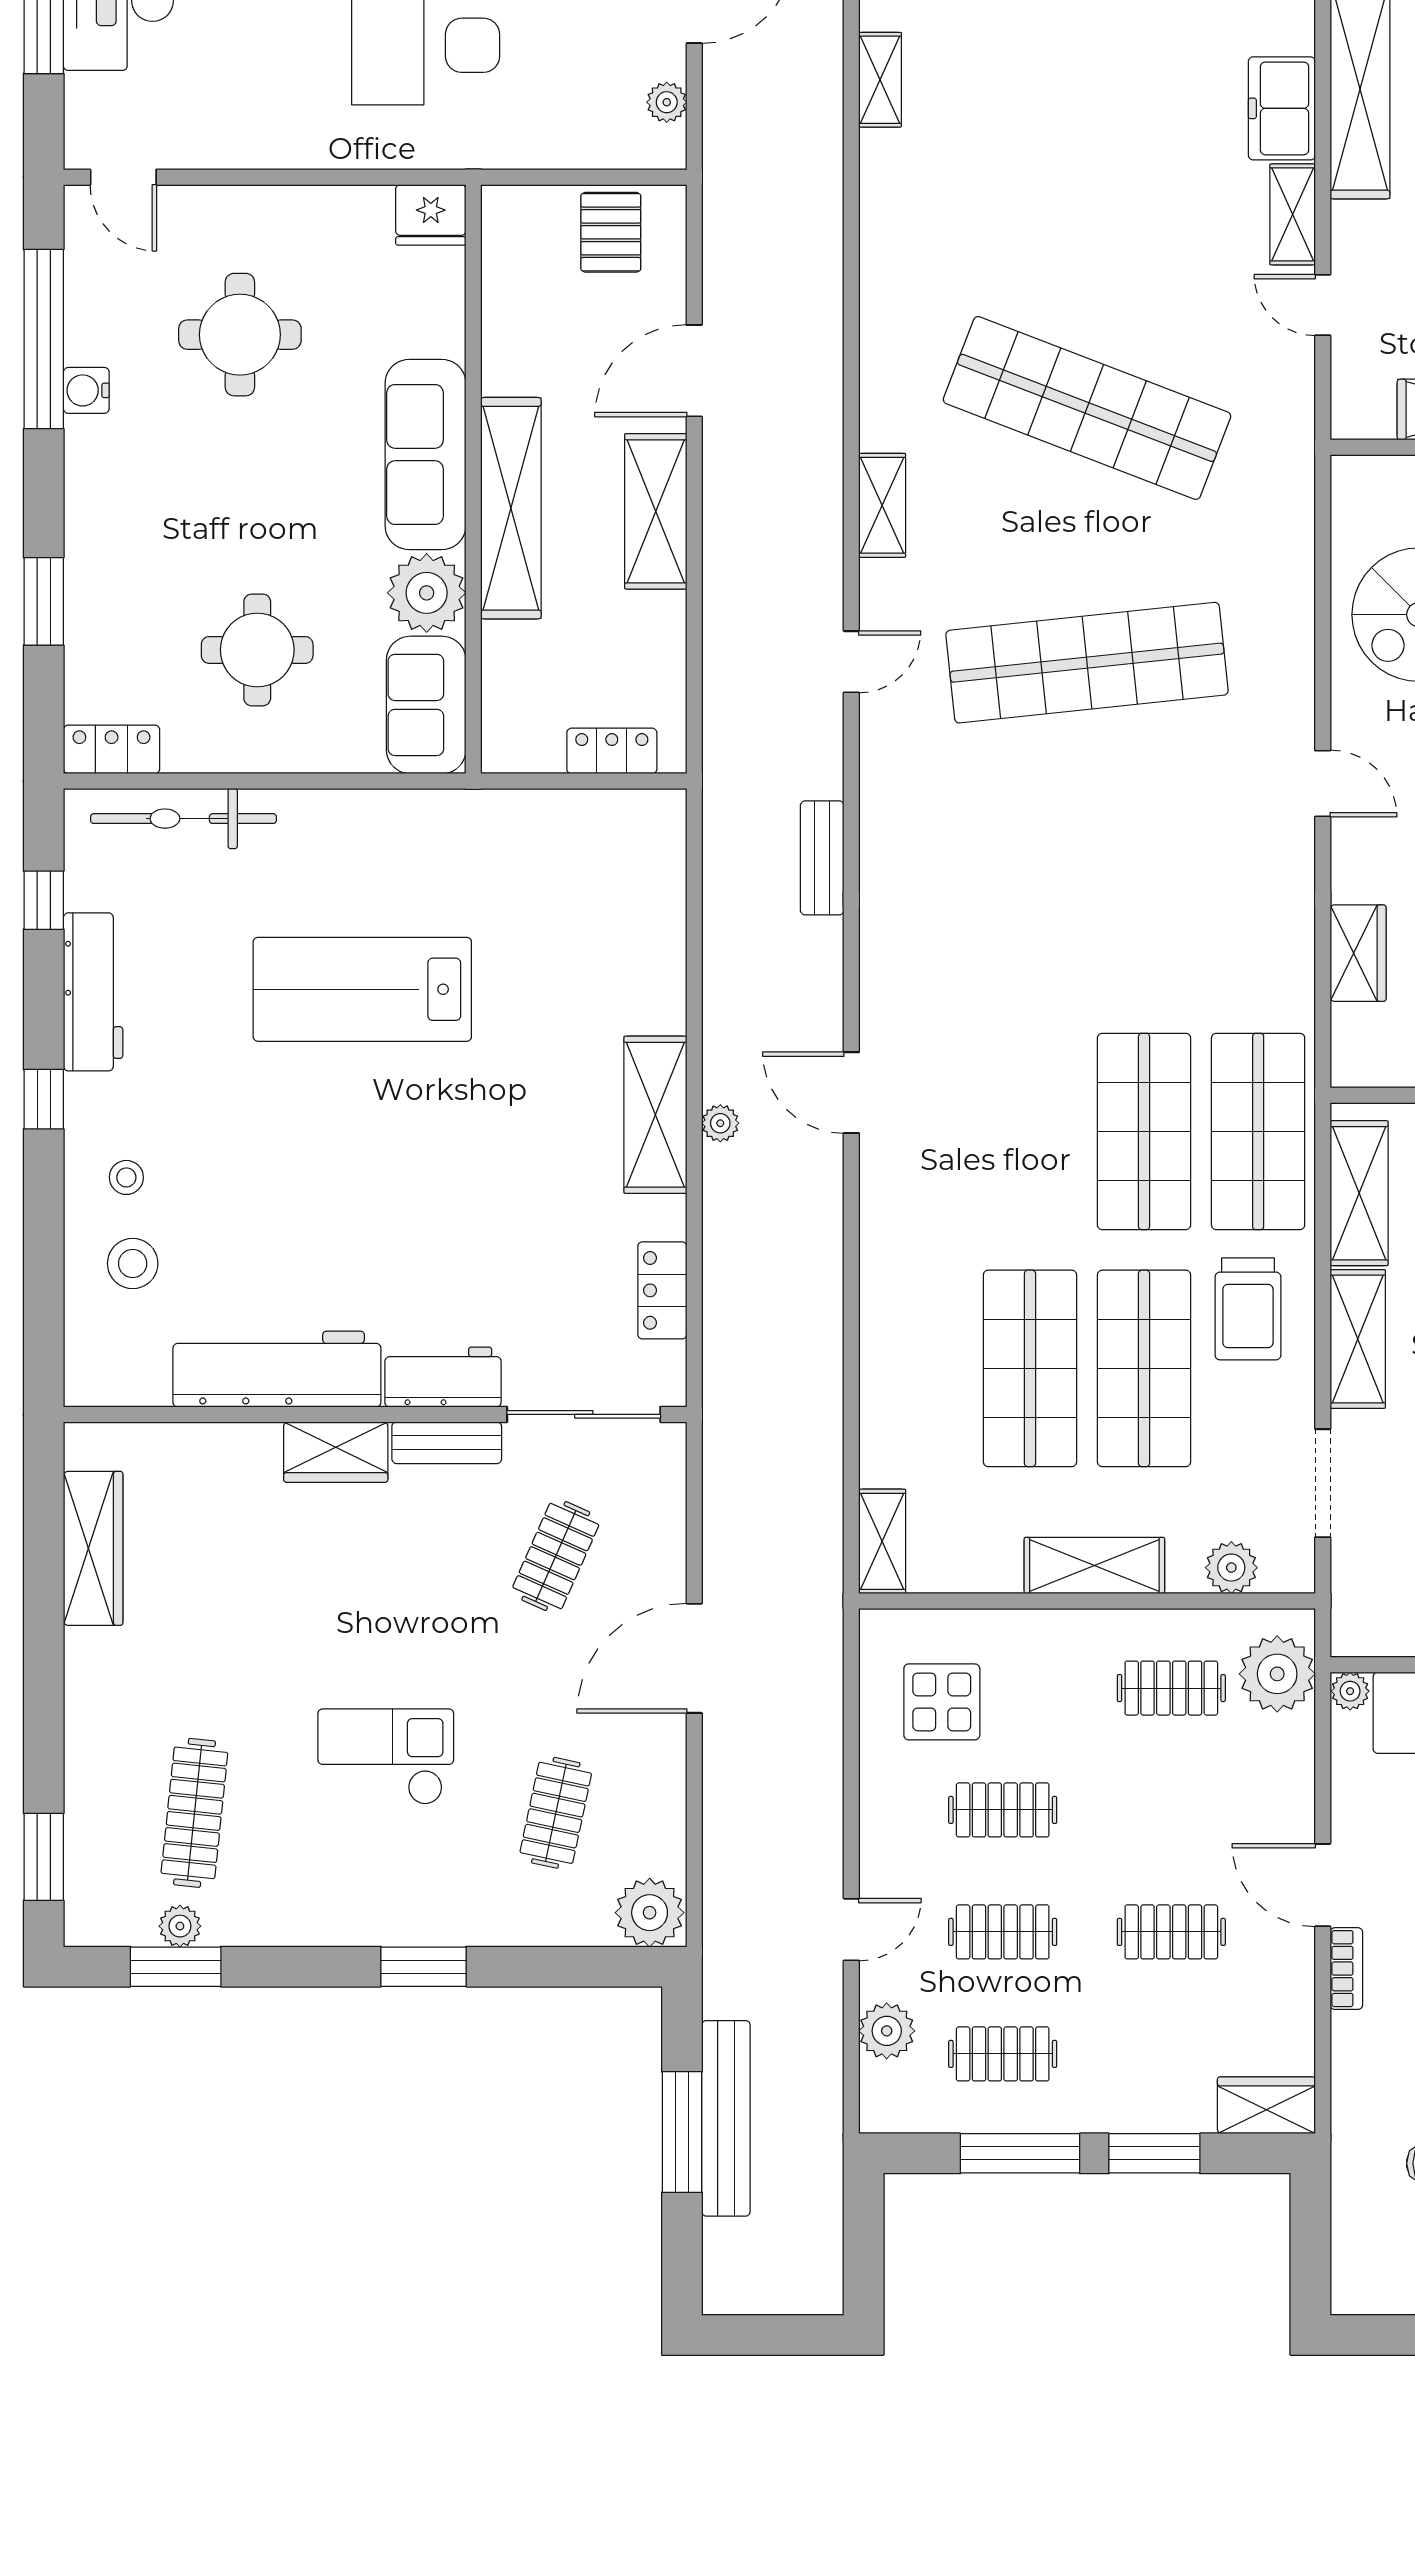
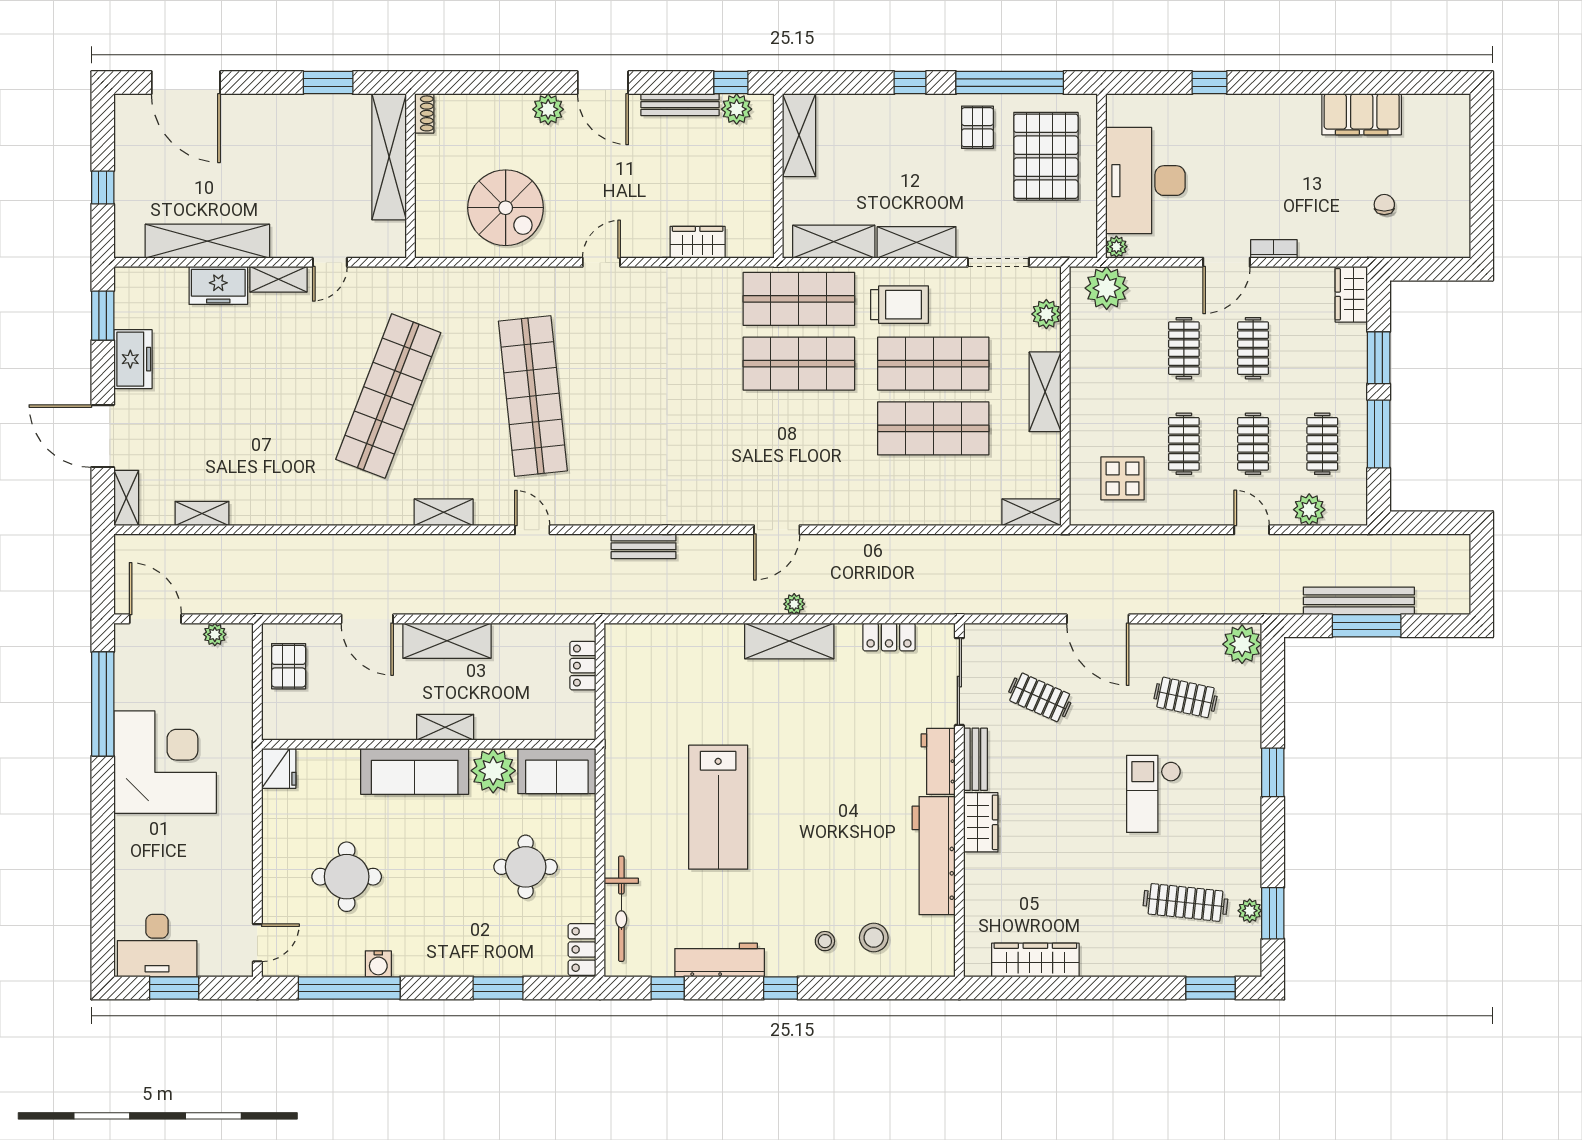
pallet: (611, 232) -> (289, 666), turned 90
shelving: (511, 508) -> (445, 727), width x0.45, depth x0.75
clothes rail: (1171, 1688) -> (1184, 348), moved

